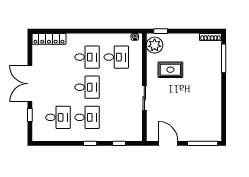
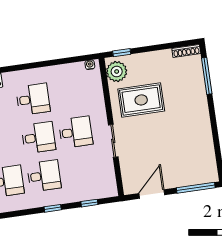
desk: (116, 57) -> (76, 132), moved
rug: (170, 70) -> (141, 100), width x1.36, depth x1.43
door: (168, 143) -> (152, 194), hinge flipped

